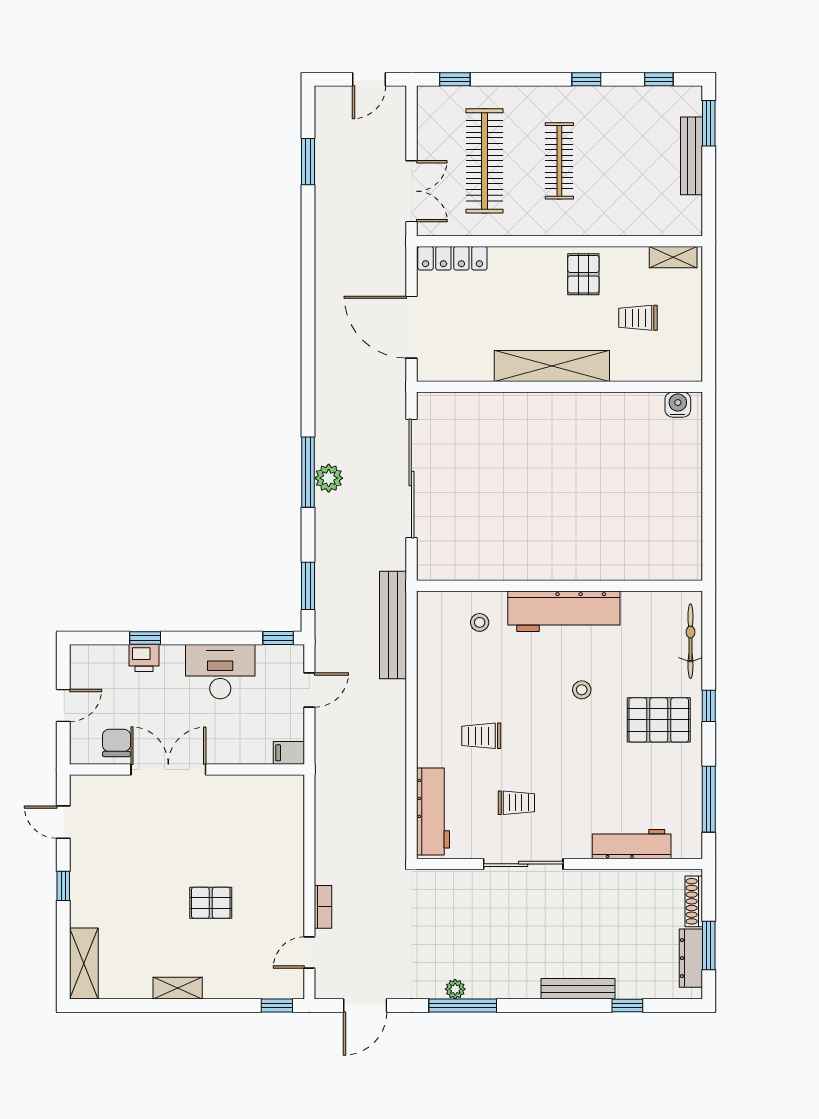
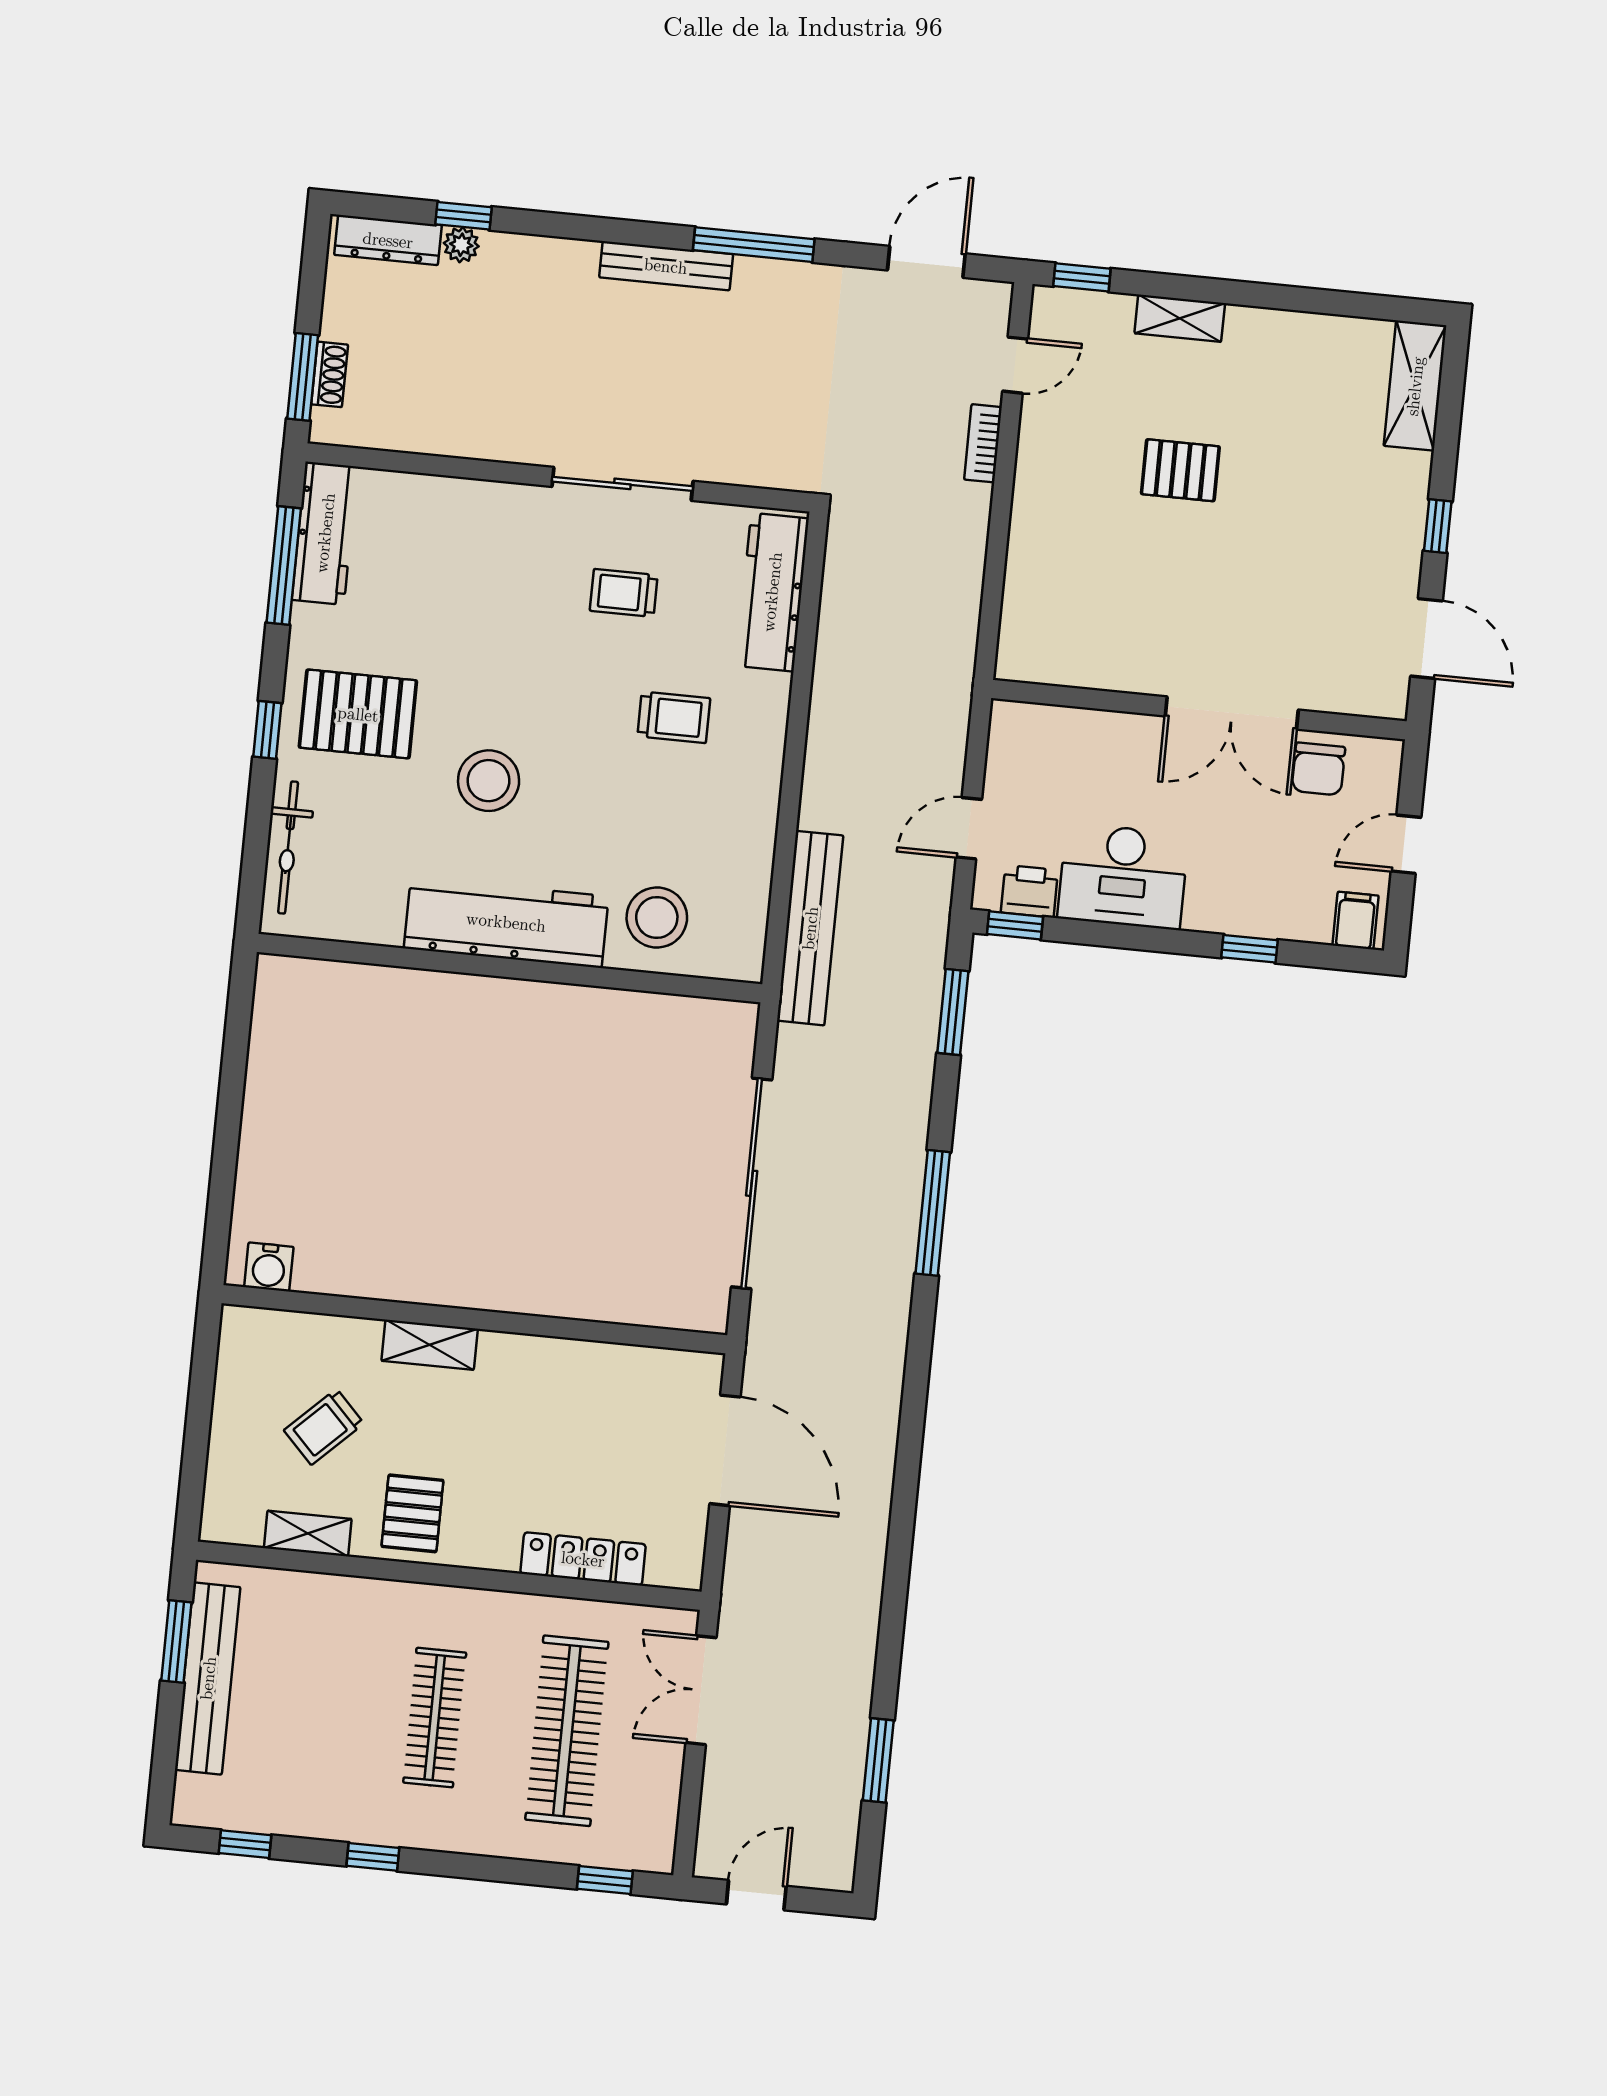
window: (709, 123) -> (176, 1642), moved
bench: (691, 156) -> (208, 1678), width x1.37, depth x1.21
shelving: (673, 257) -> (308, 1533), moved
locker: (452, 258) -> (583, 1559), moved
trolley: (638, 318) -> (324, 1427), turned 136
shelving: (552, 366) -> (430, 1345), width x0.45, depth x0.75
plant: (329, 478) -> (898, 1199), removed
stool: (480, 622) -> (657, 918), width x1.89, depth x1.89
printer: (144, 658) -> (1029, 891), moved
stool: (582, 690) -> (489, 781), width x1.89, depth x1.89
filing cabinet: (289, 753) -> (1356, 921), moved, turned -90
door: (63, 822) -> (1427, 639), width x1.38
workbench: (632, 844) -> (325, 533), moved, turned -90
shoe rack: (694, 901) -> (330, 374), width x0.70
window: (709, 945) -> (303, 377), moved
dresser: (691, 958) -> (388, 240), moved, turned 90
shelving: (178, 988) -> (1180, 318), moved
plant: (455, 989) -> (461, 245), moved
bench: (578, 989) -> (666, 266), moved

